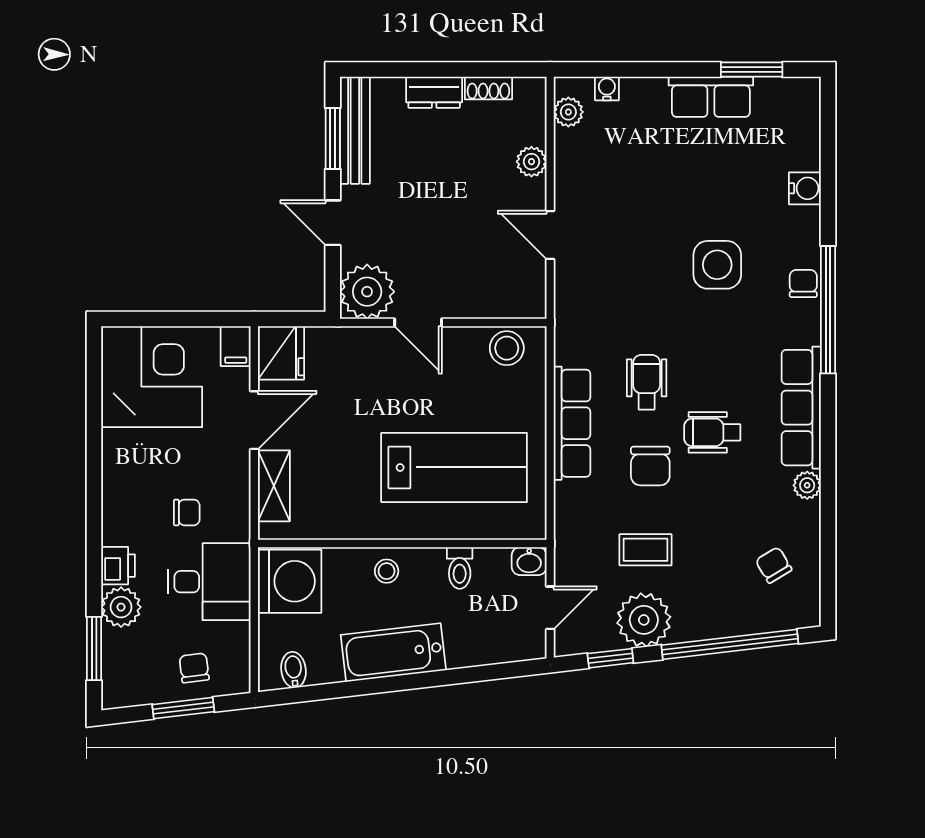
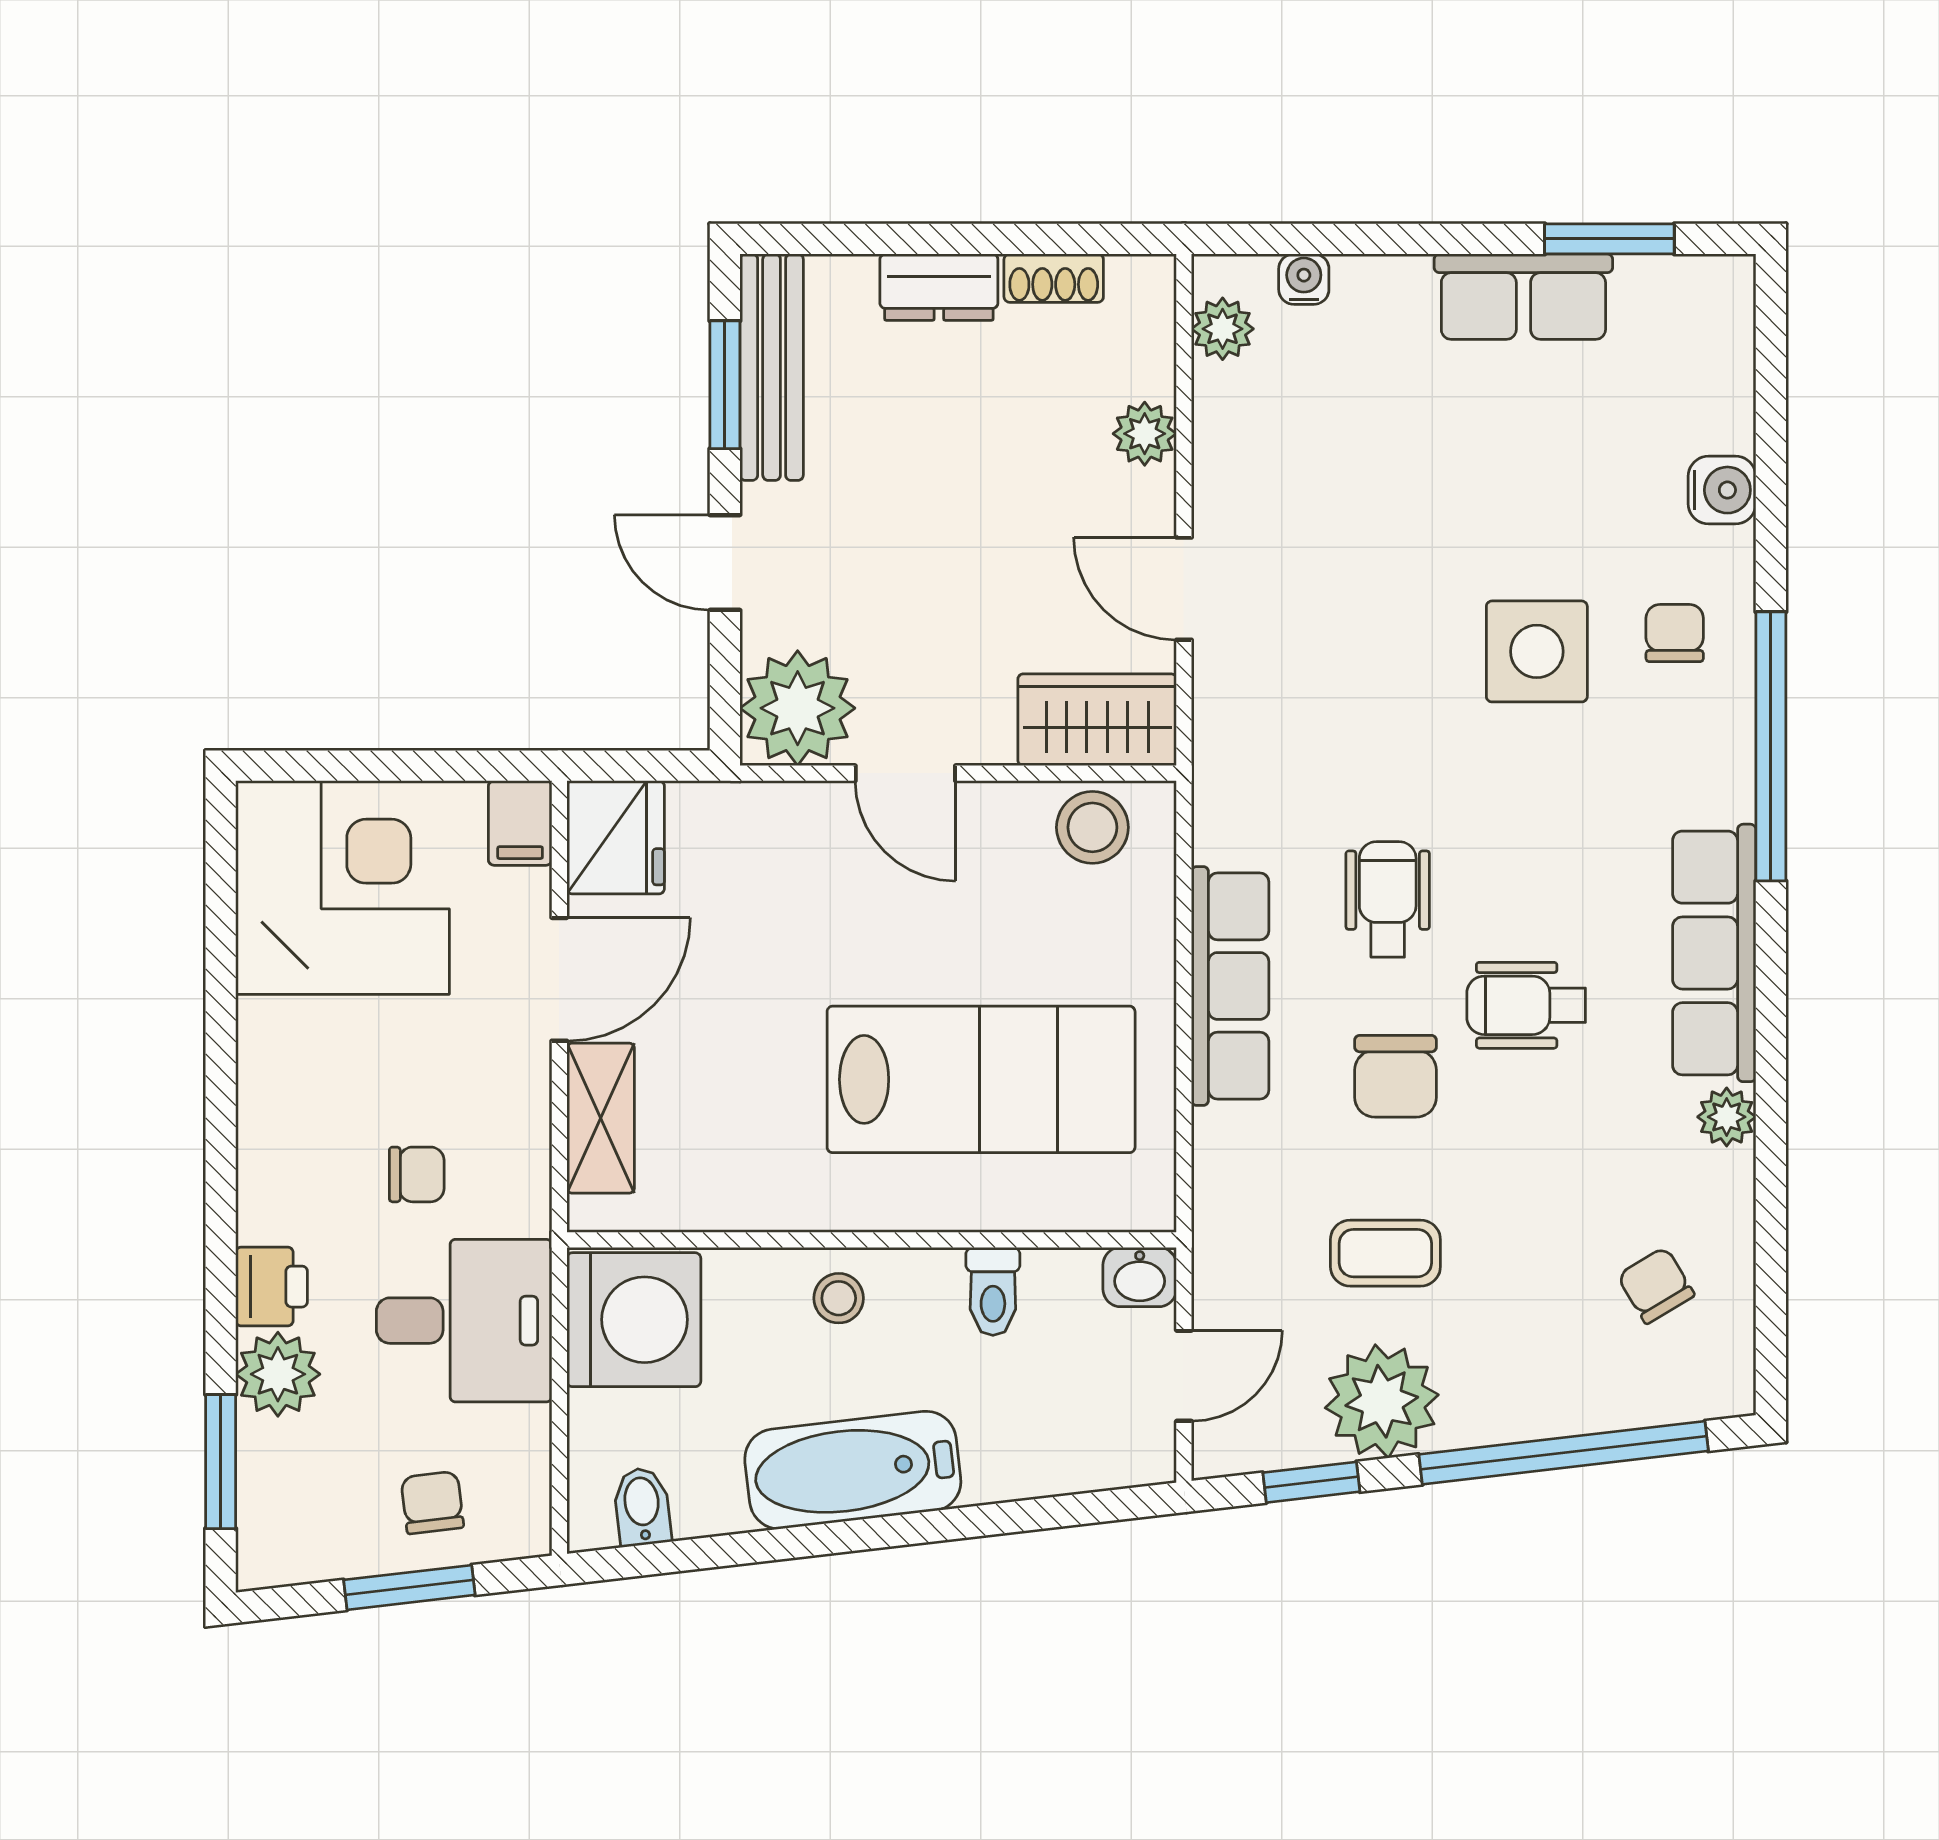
chair: (803, 283) -> (1675, 633), moved
wardrobe: (509, 297) -> (1097, 720), added

